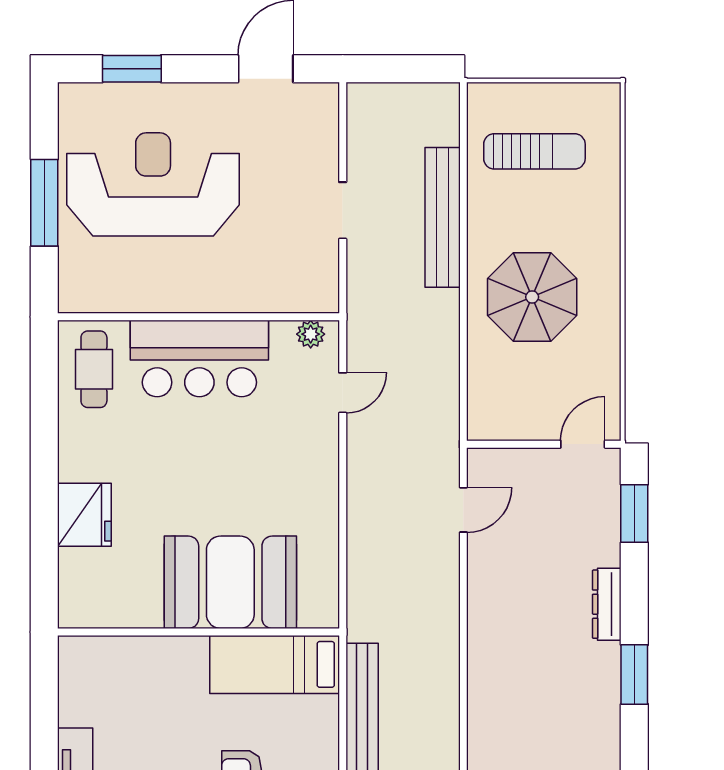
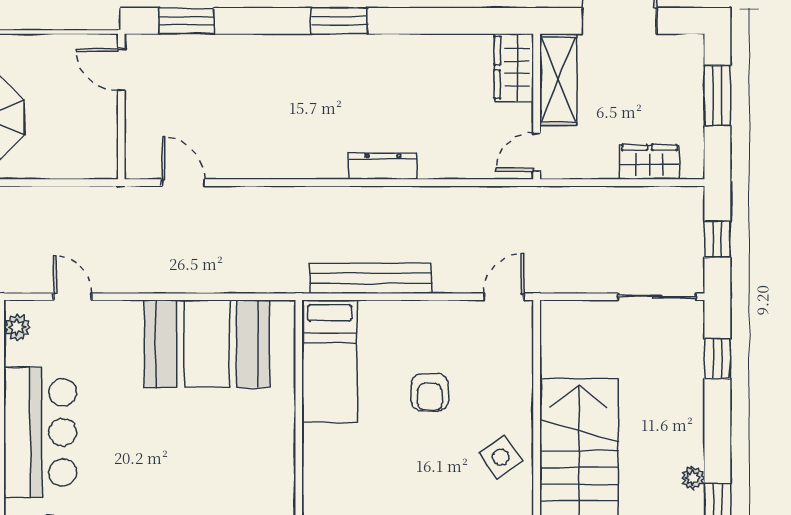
booth: (230, 582) -> (207, 344), moved, turned 90
dresser: (607, 604) -> (383, 166), moved, turned 180

